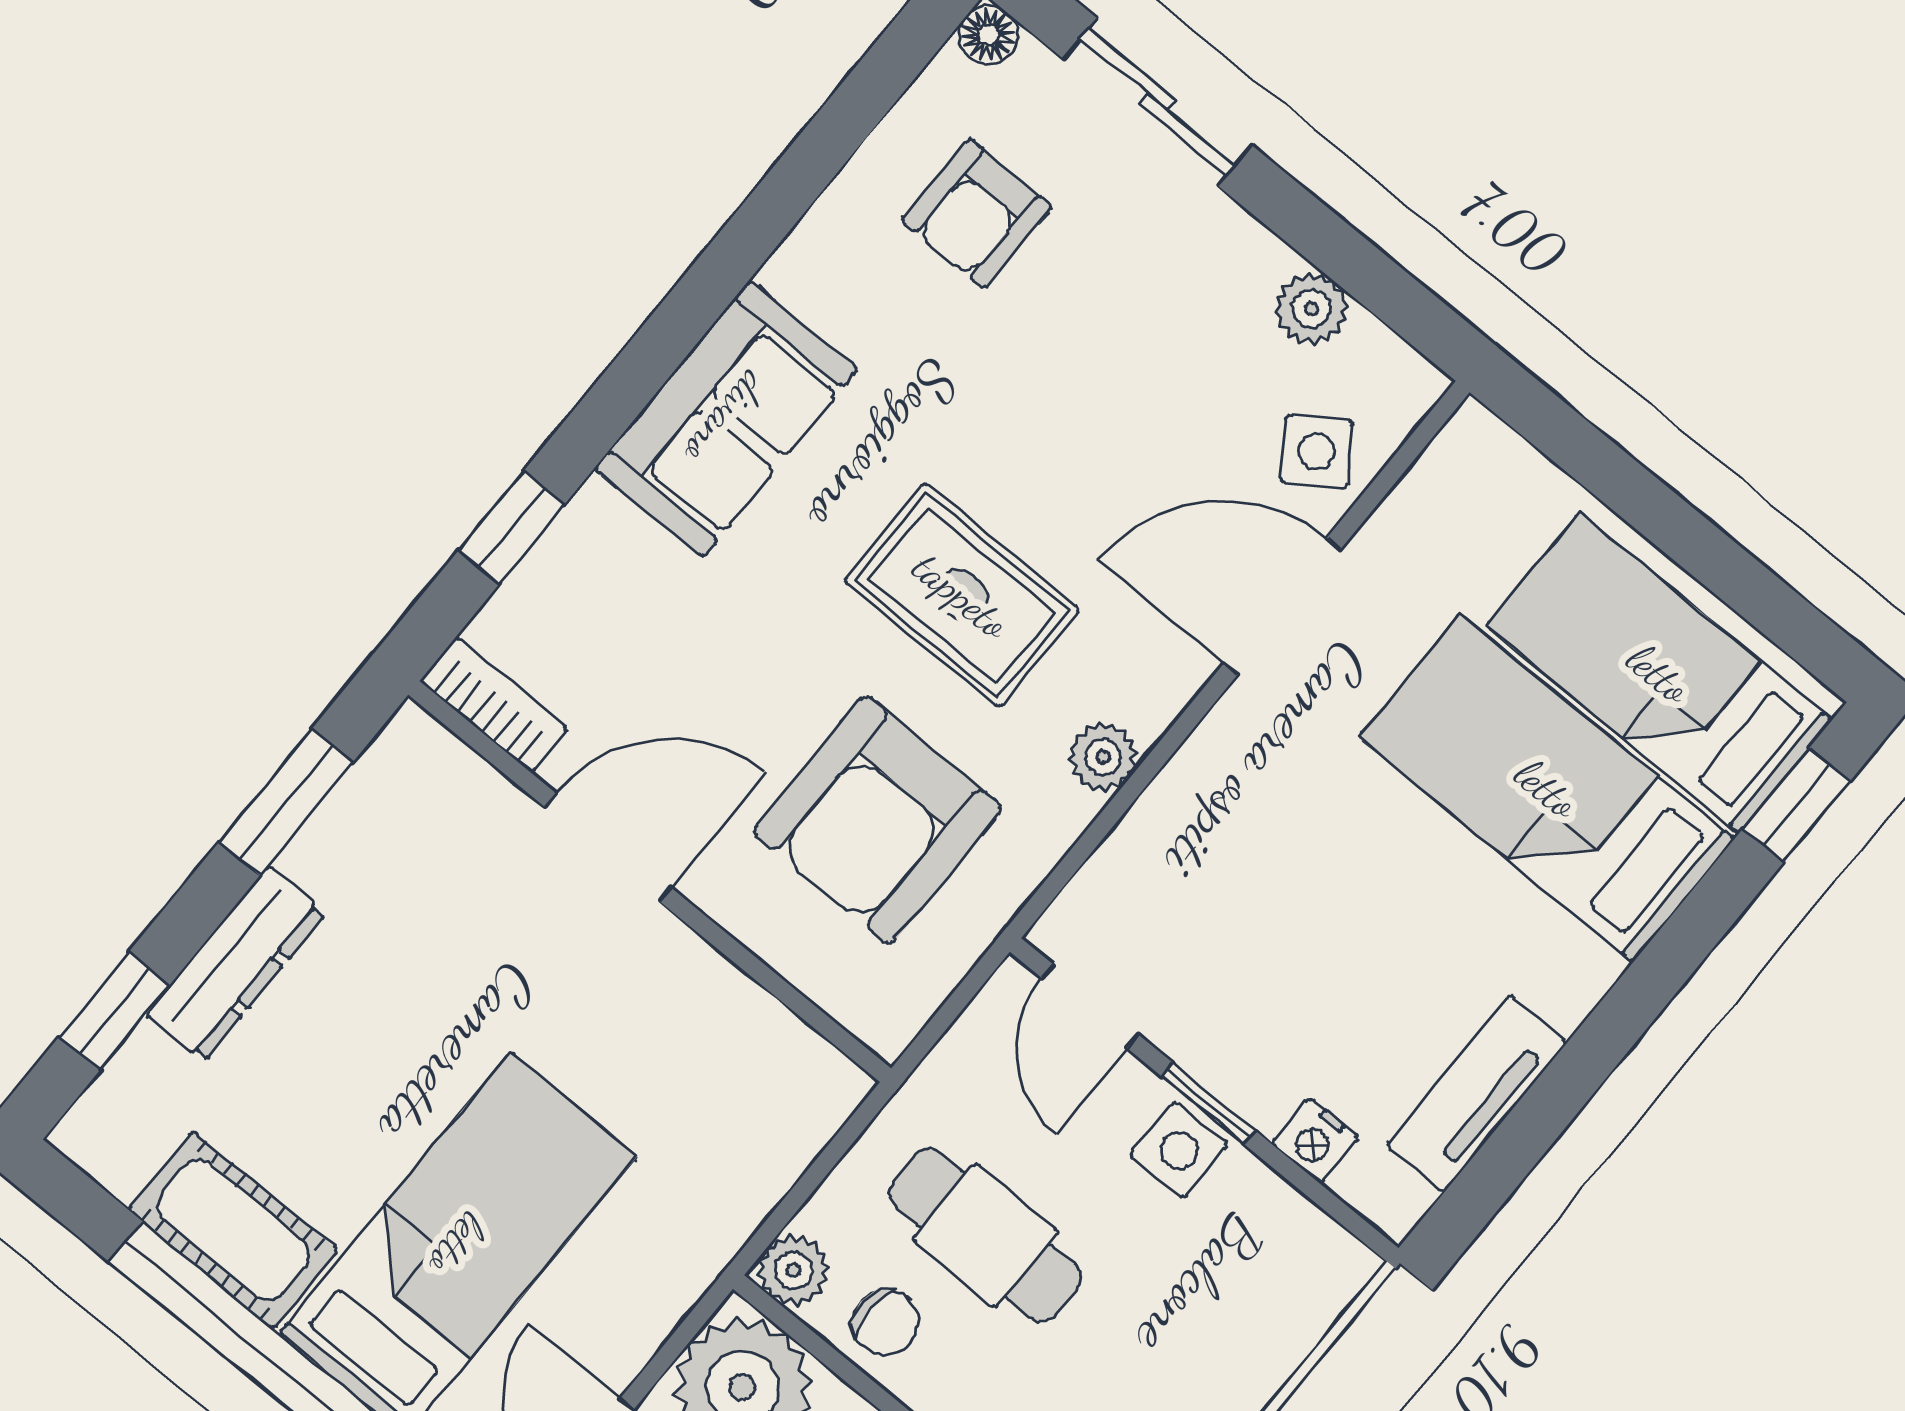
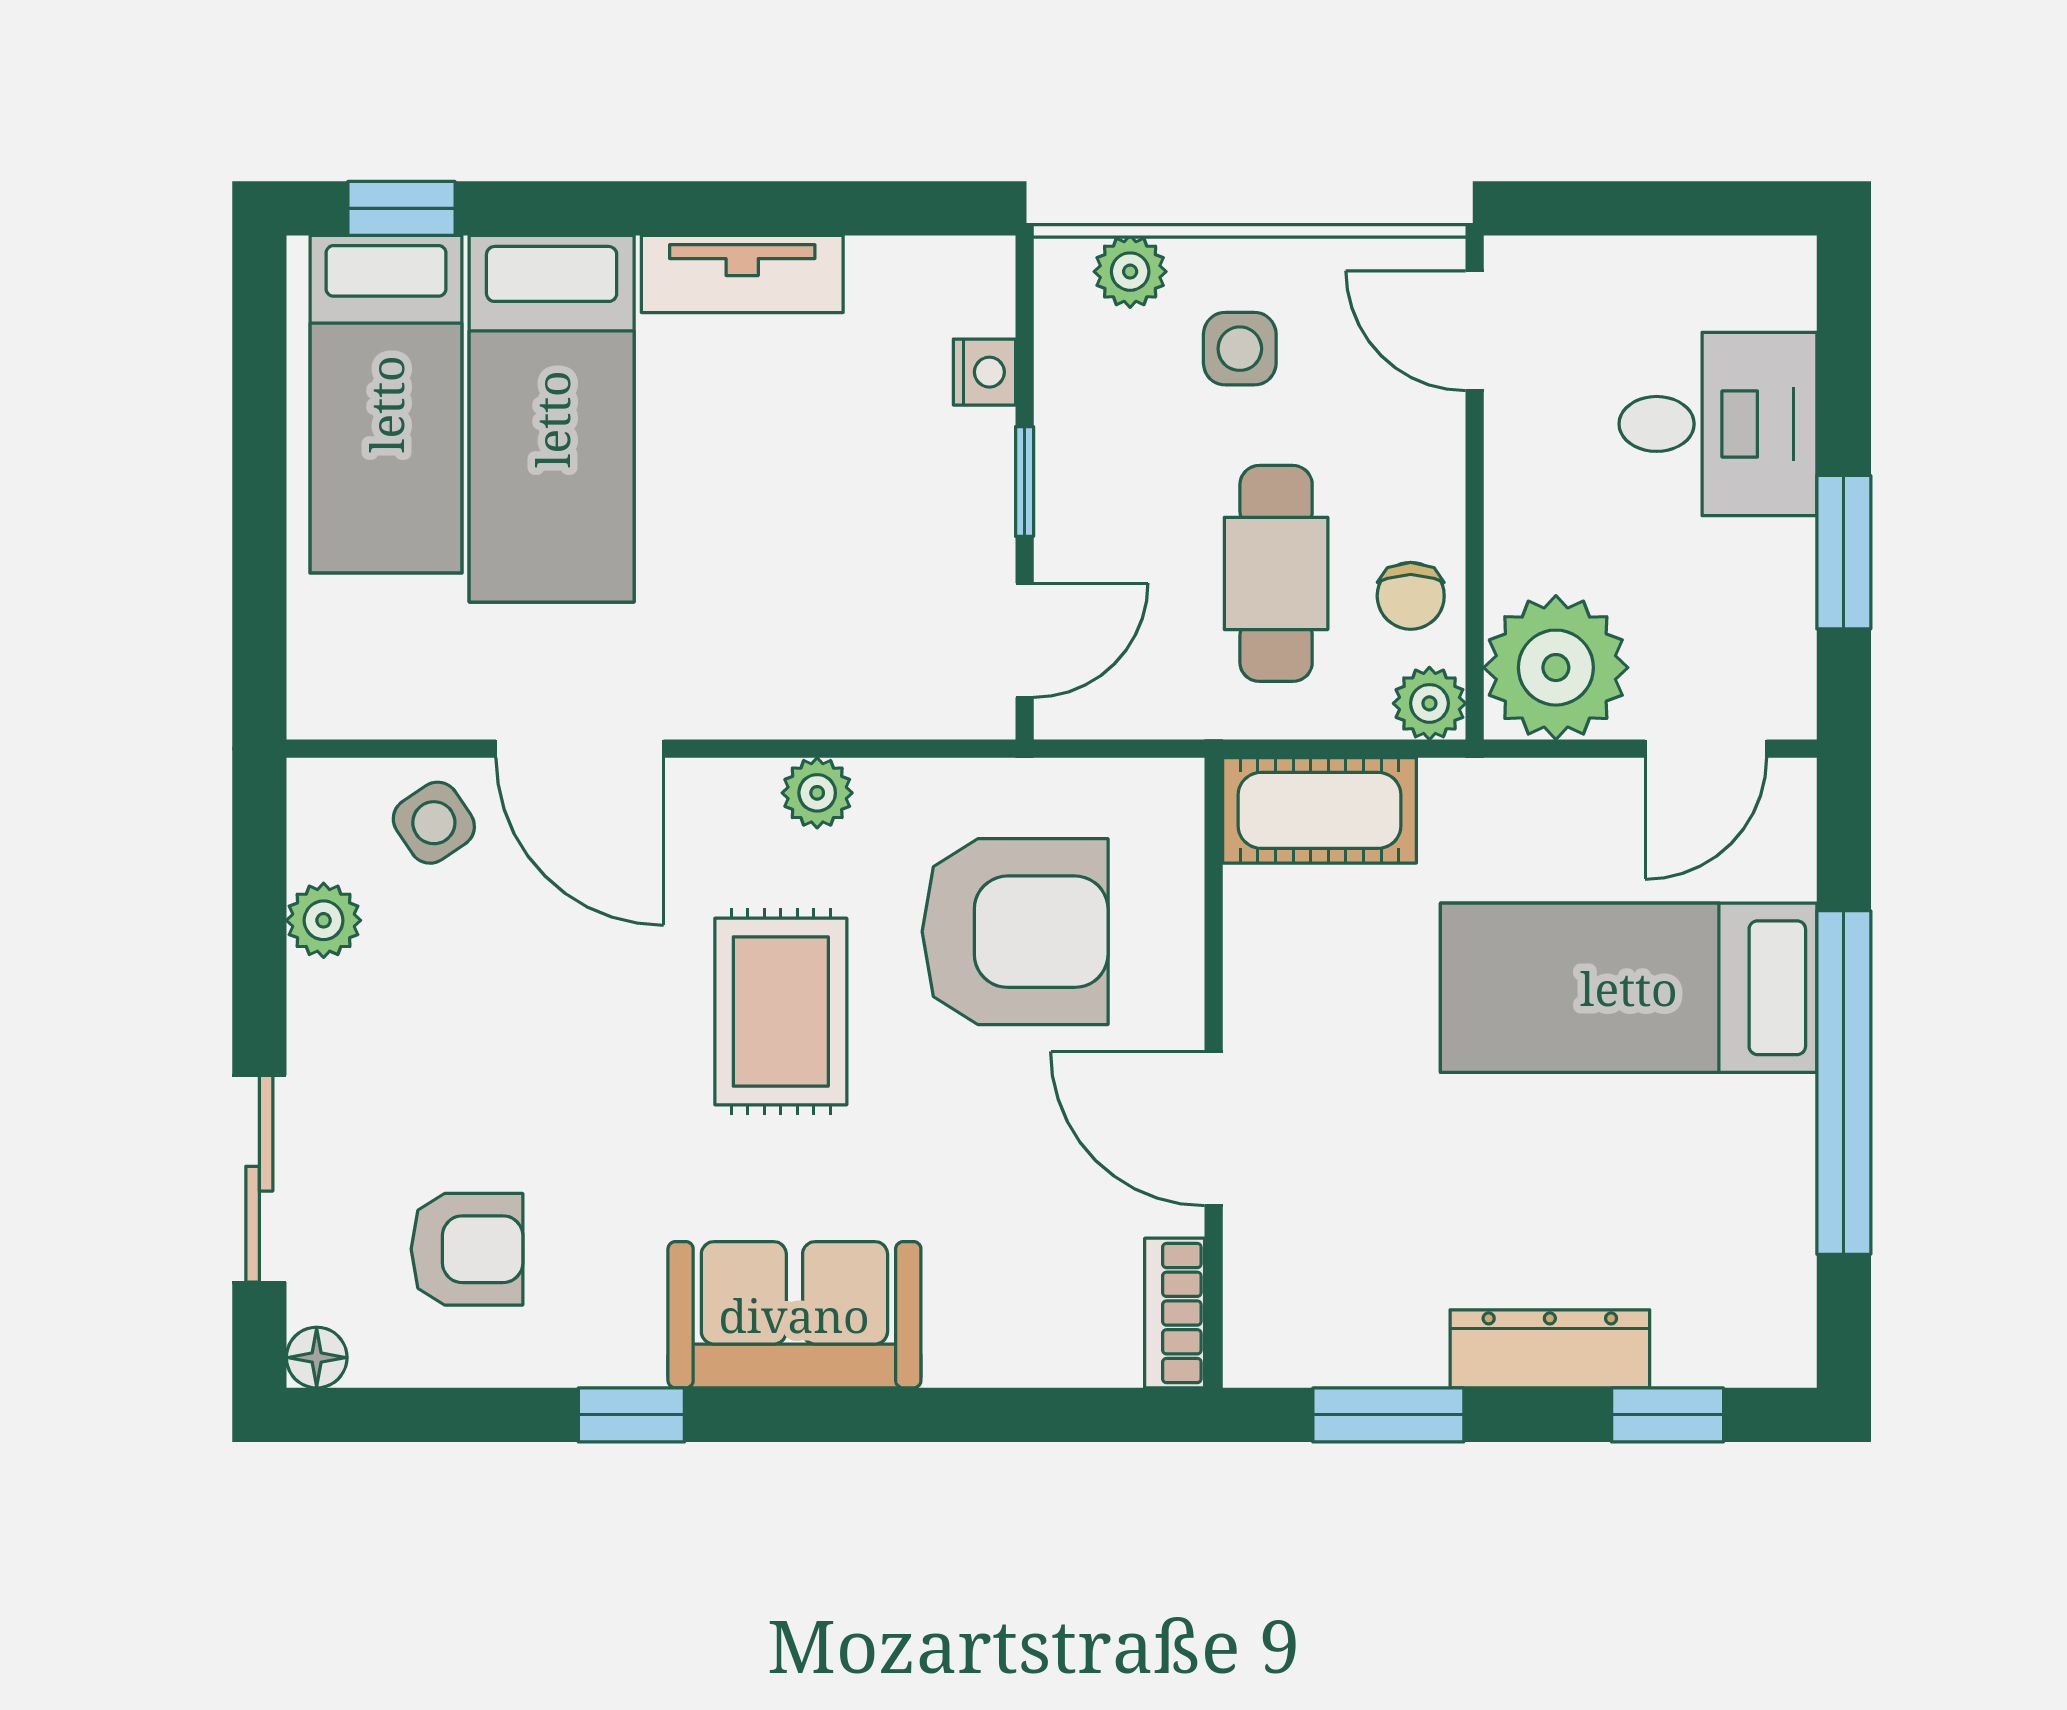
window: (511, 528) -> (631, 1415), moved
tv unit: (1477, 1094) -> (742, 274), moved
side table: (1179, 1150) -> (1240, 349), moved
cot: (233, 1230) -> (1320, 810), moved, turned 90
plant: (1301, 1312) -> (1130, 272), added
chair: (886, 1323) -> (1411, 596), turned 180

